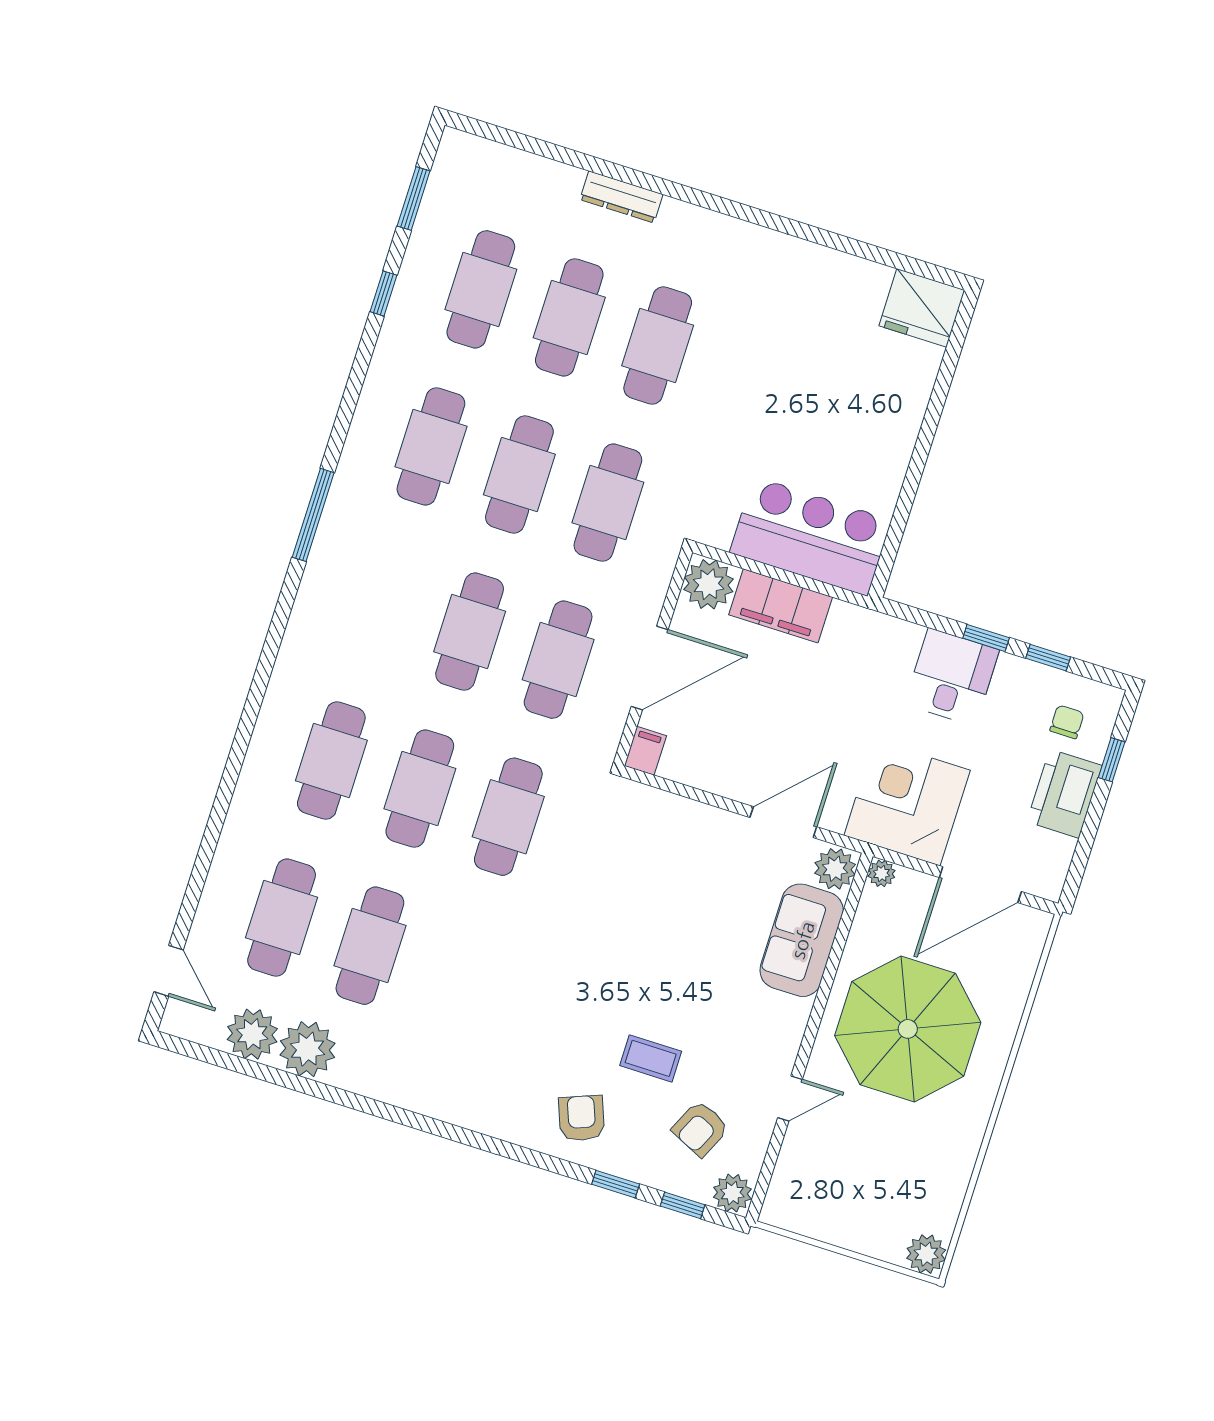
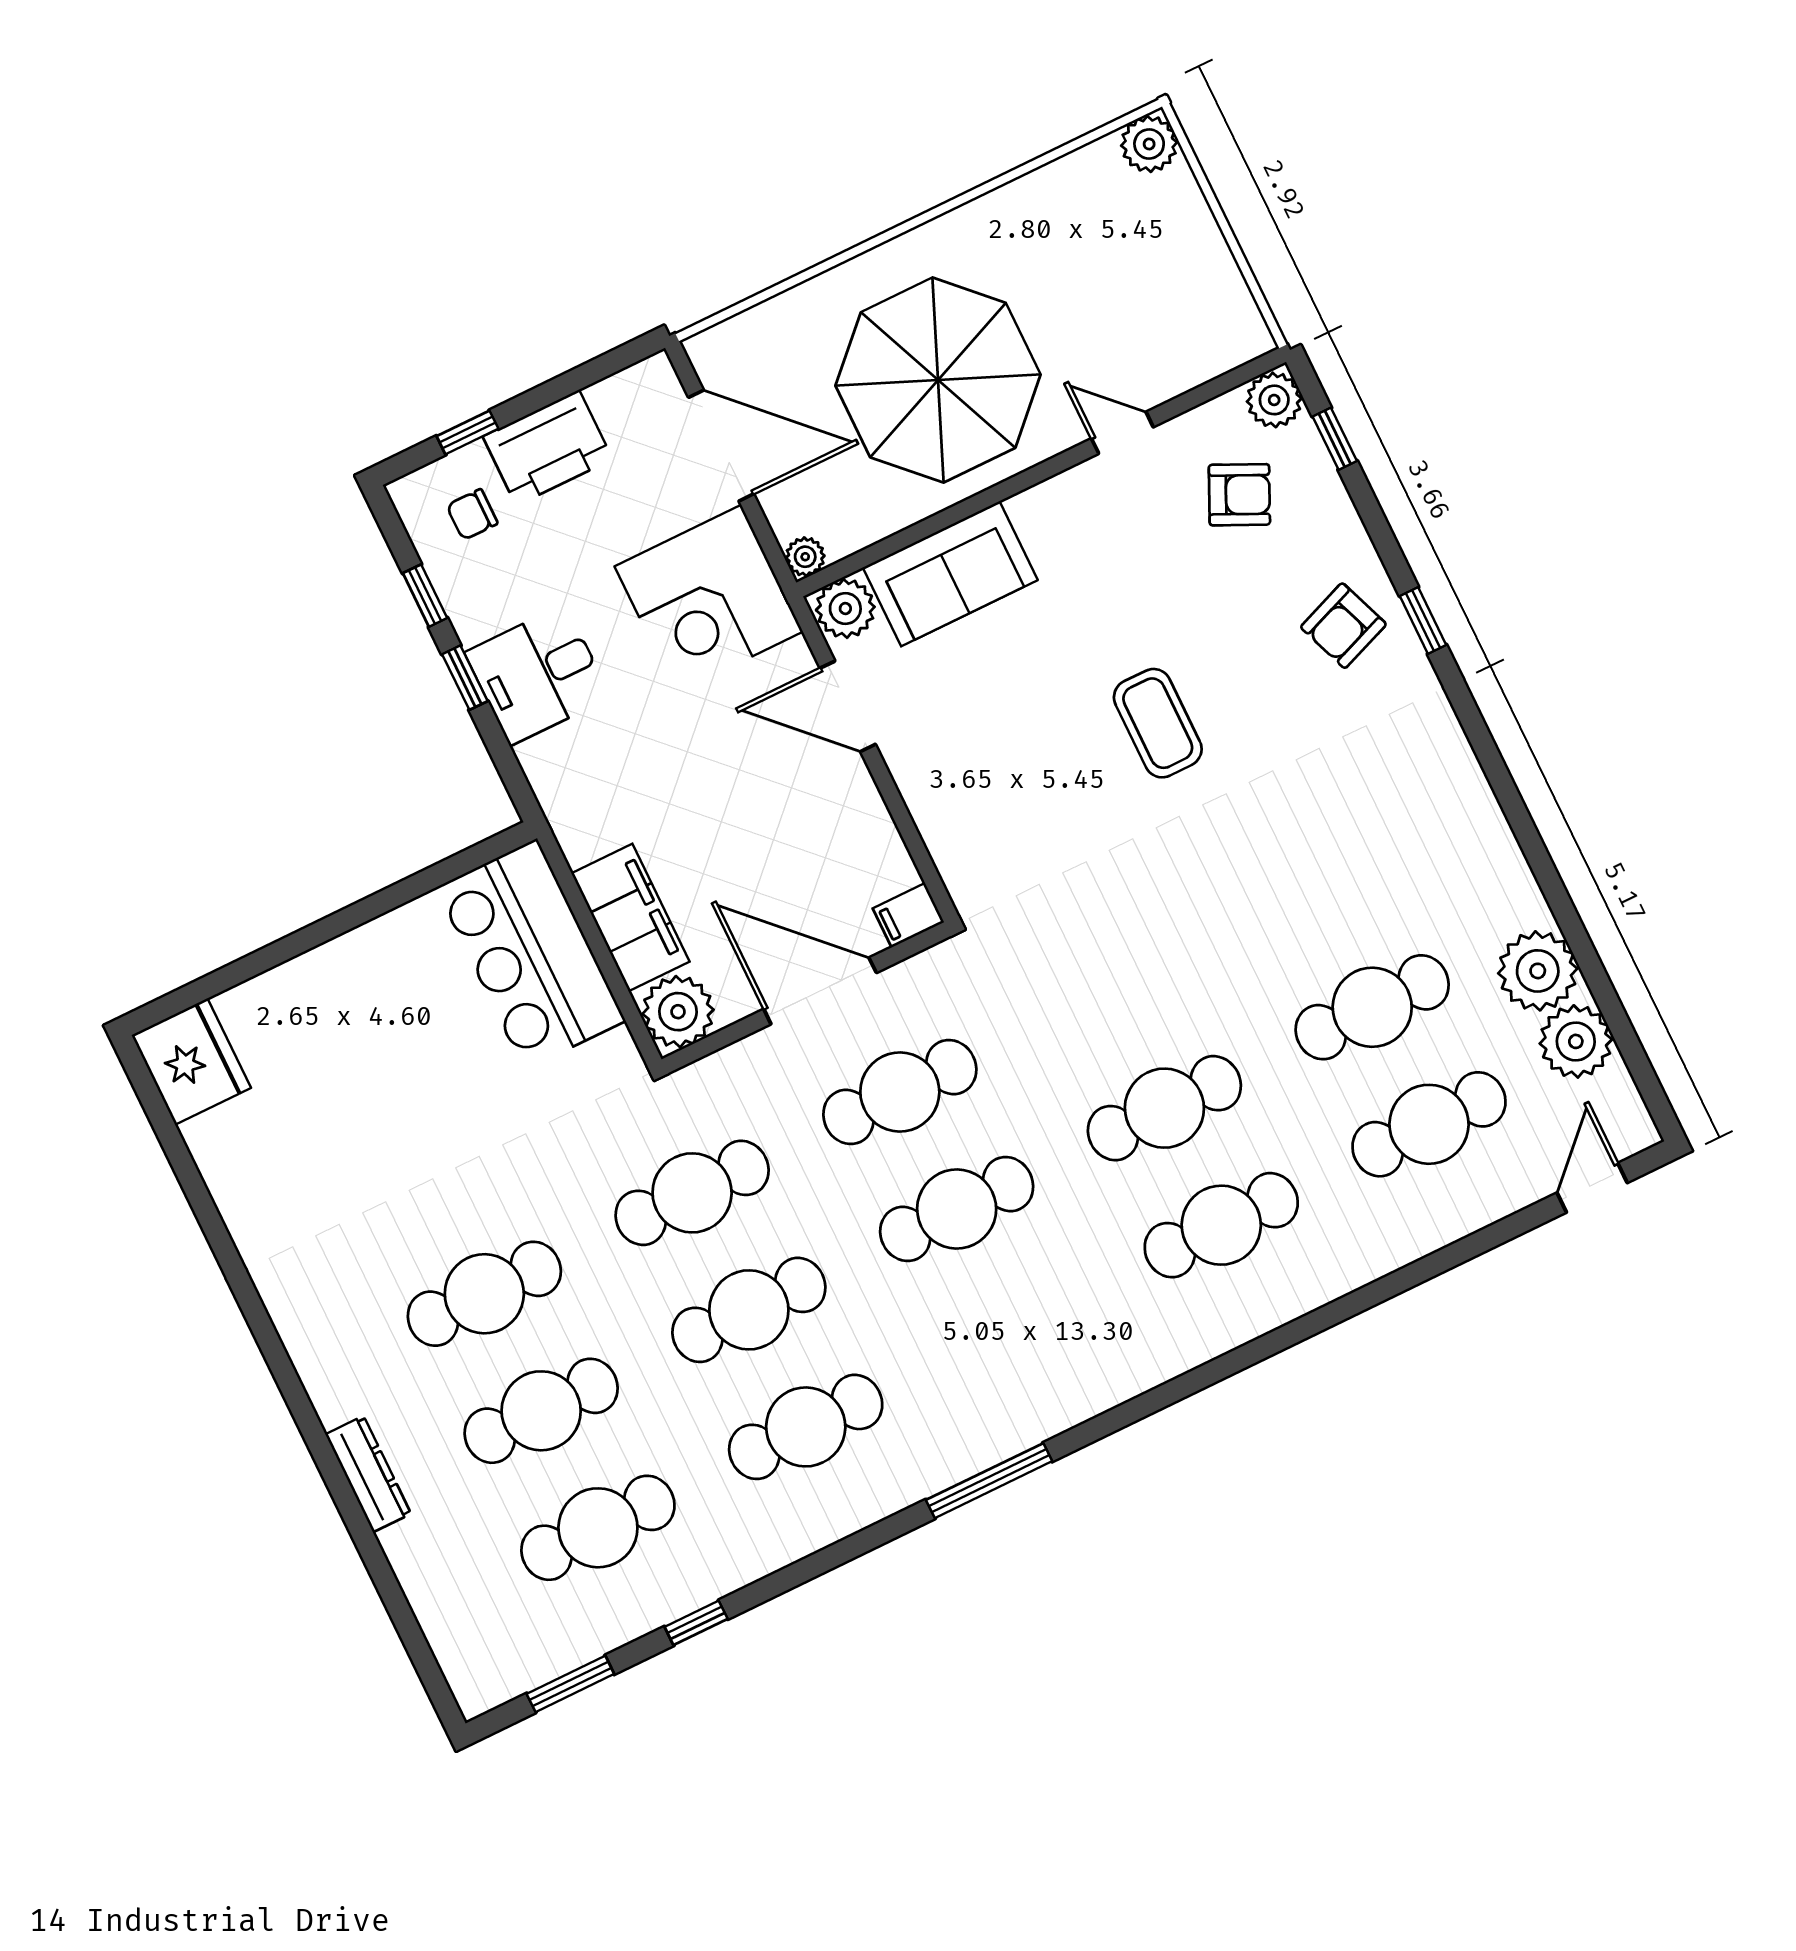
cafe table: (508, 817) -> (1108, 991), removed
coffee table: (651, 1058) -> (1158, 723), moved, width x1.36, depth x1.30
window: (616, 1184) -> (1423, 621), moved

